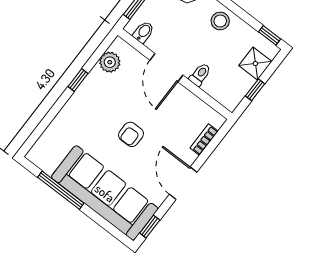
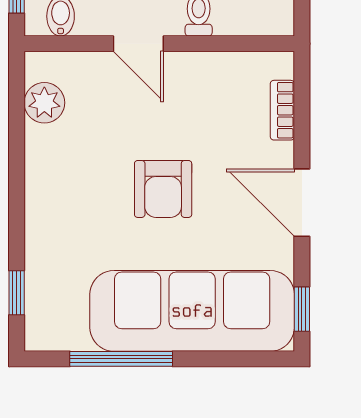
door: (166, 68) -> (138, 44), width x0.73
window: (78, 80) -> (17, 293), moved
armchair: (131, 134) -> (163, 189), width x1.38, depth x1.38

